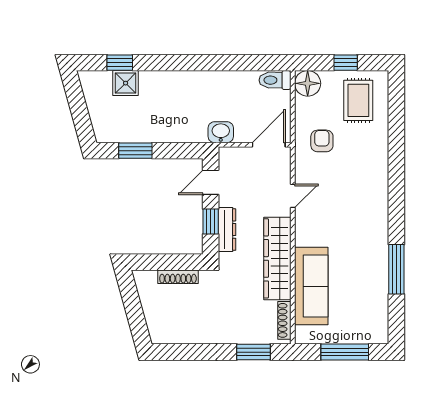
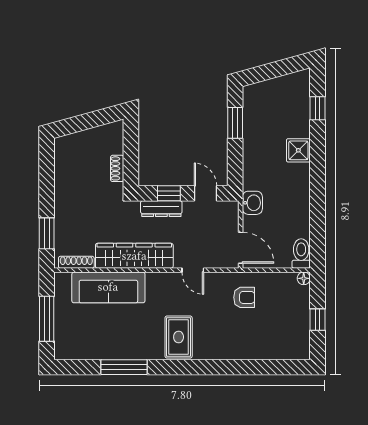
shower: (126, 83) -> (298, 150), moved
floor lamp: (308, 83) -> (304, 278), width x0.53, depth x0.53
rug: (358, 100) -> (179, 337), moved, turned 90
shoe rack: (178, 277) -> (117, 168), width x0.70

